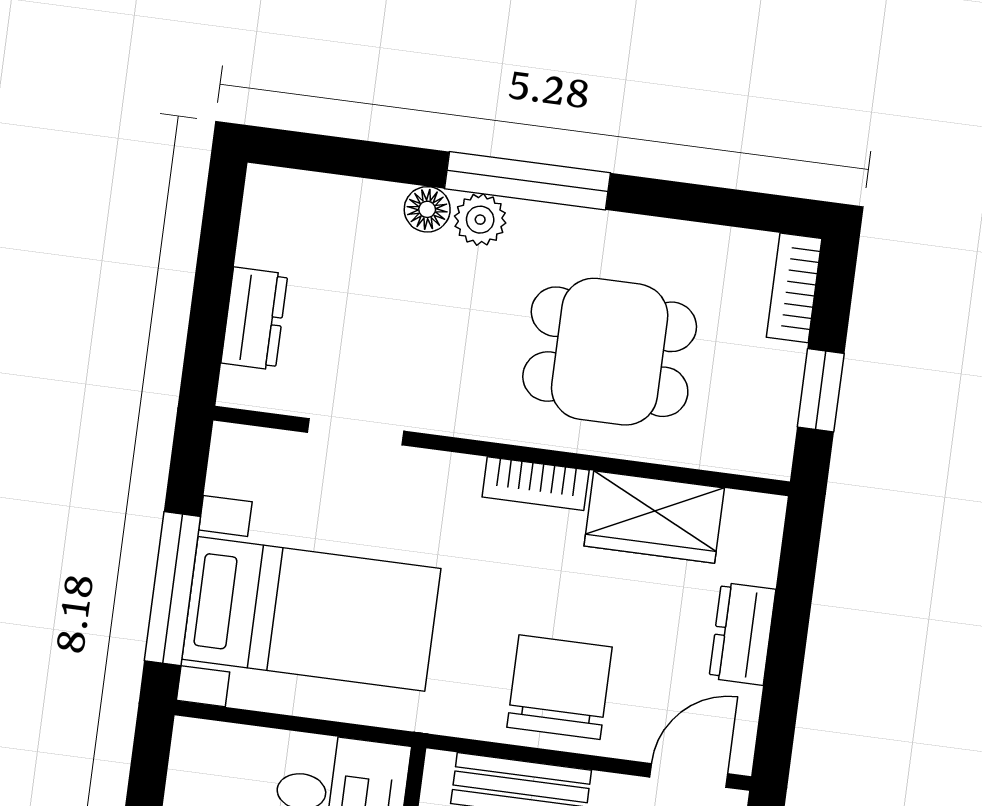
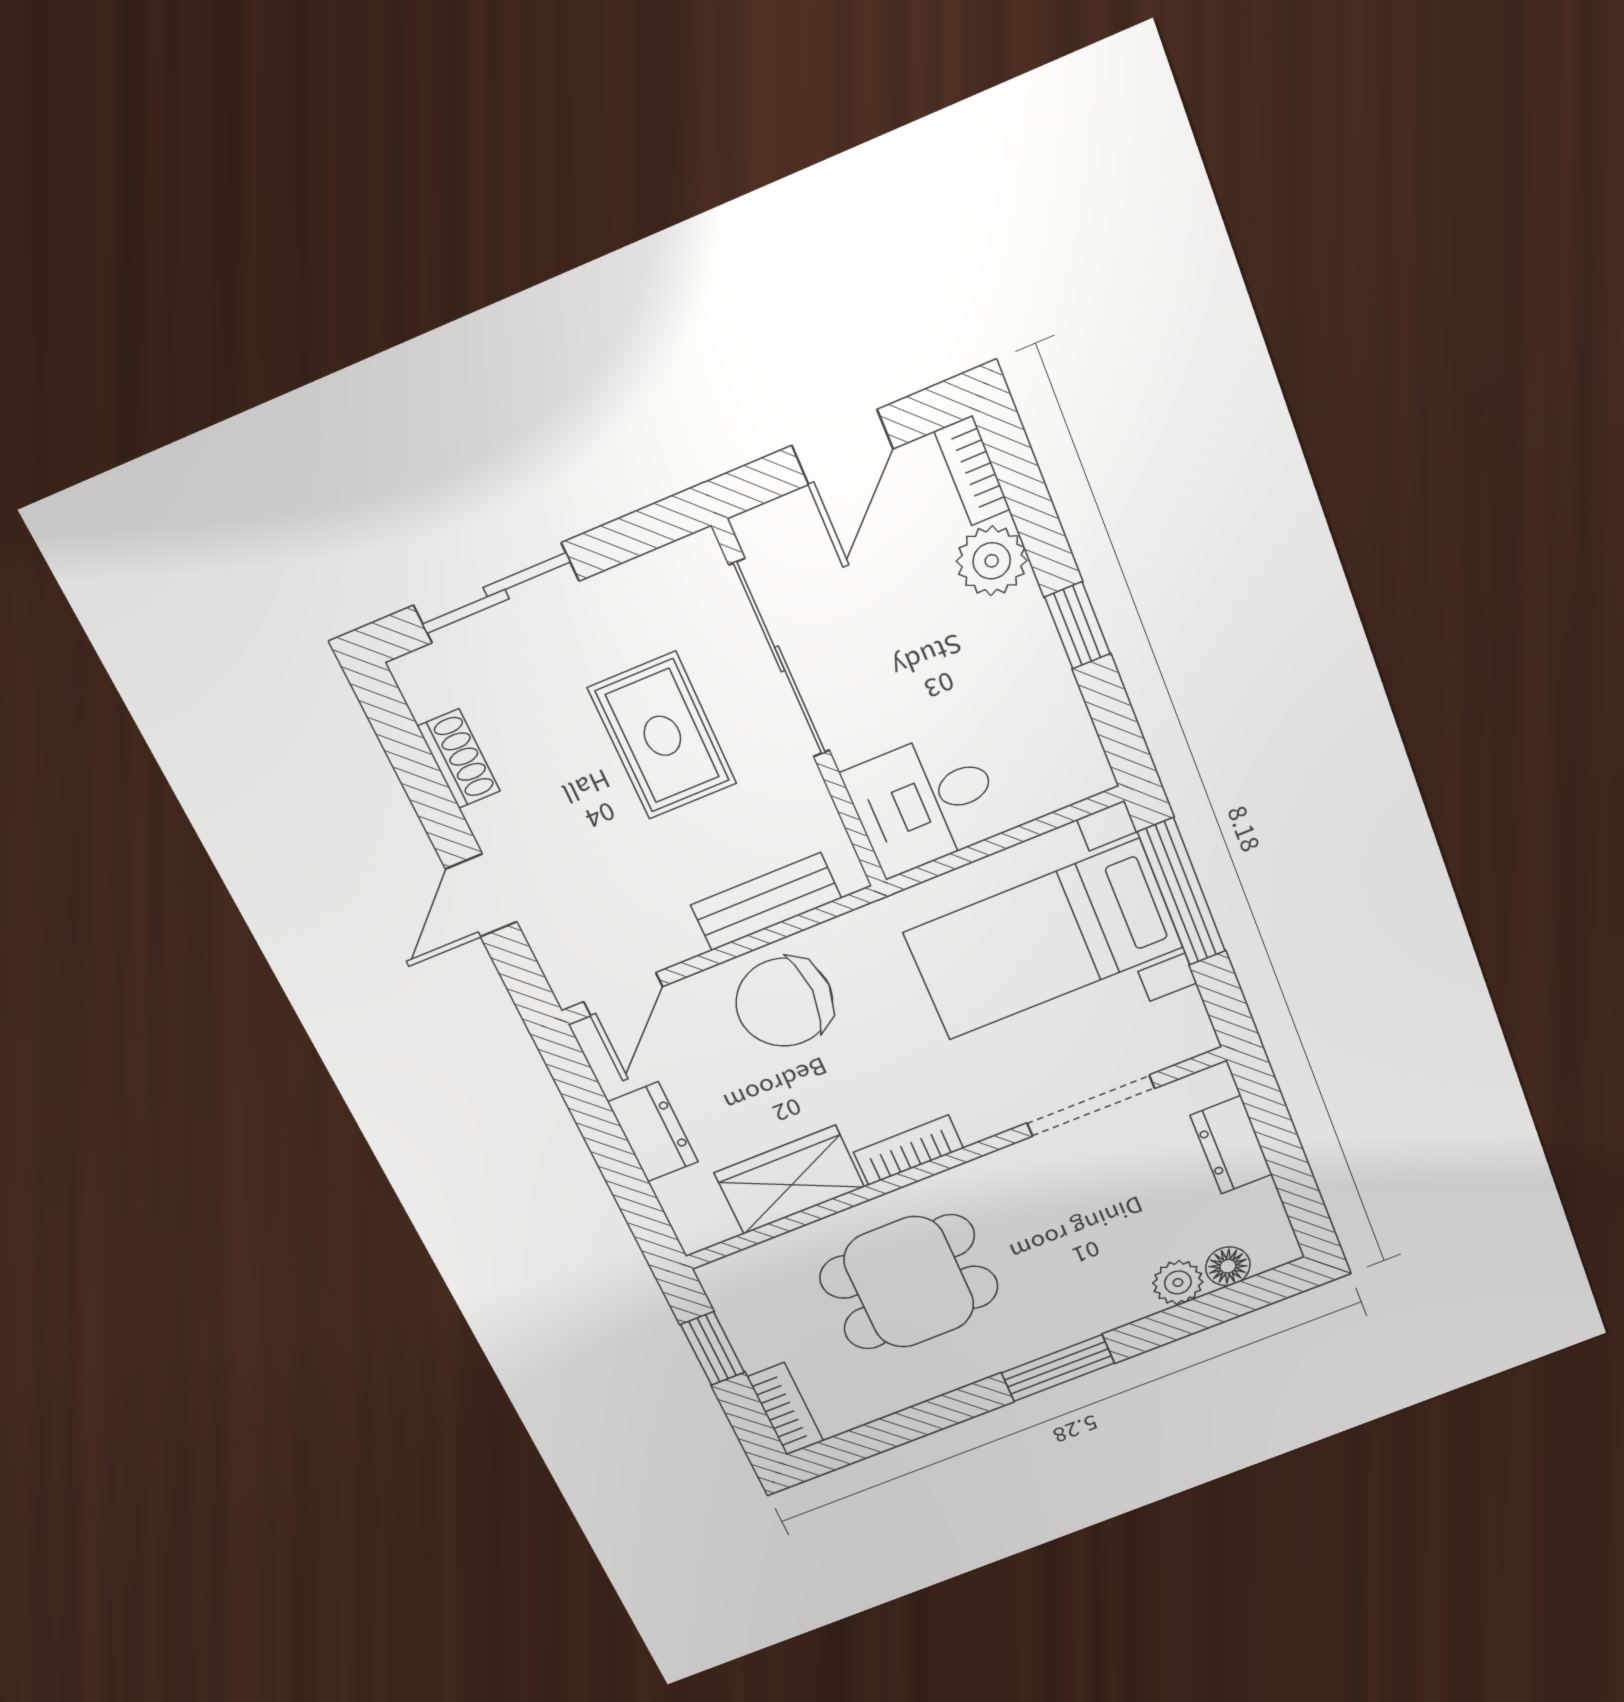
window: (528, 181) -> (1058, 1368), width x0.69
floor lamp: (427, 209) -> (1228, 1266), moved
plant: (480, 220) -> (1178, 1282), moved
doorway: (356, 432) -> (1091, 1106), width x1.38
chair: (560, 687) -> (784, 1002), turned 90

